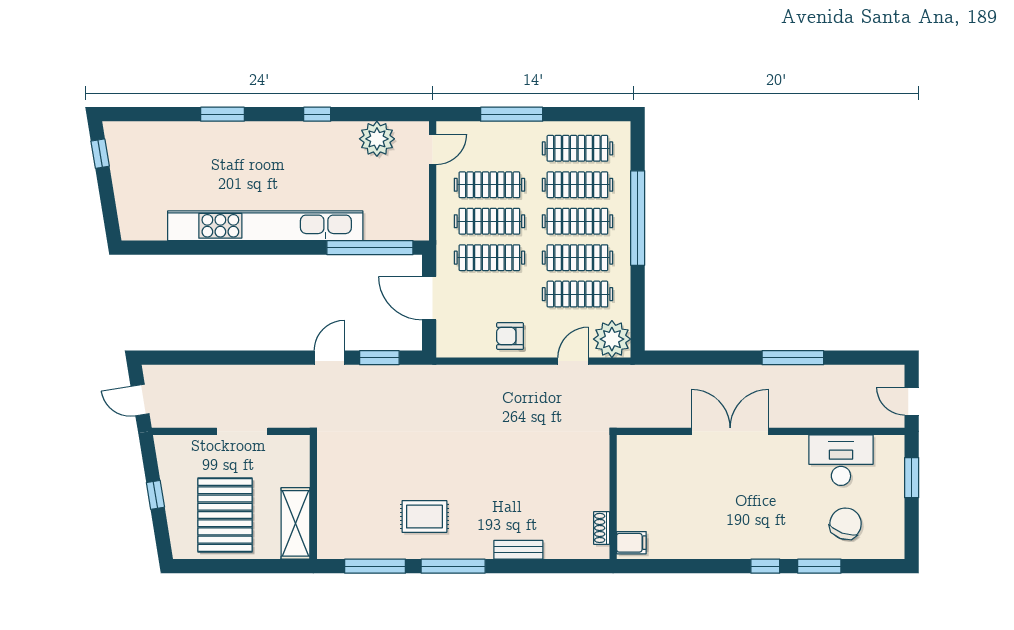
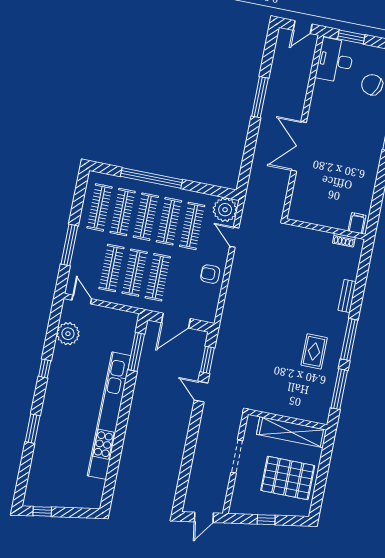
window: (370, 248) -> (136, 352), width x0.68
armchair: (510, 336) -> (210, 274), turned 90
desk: (841, 460) -> (335, 60), moved
shelving: (296, 523) -> (291, 432), width x1.47

